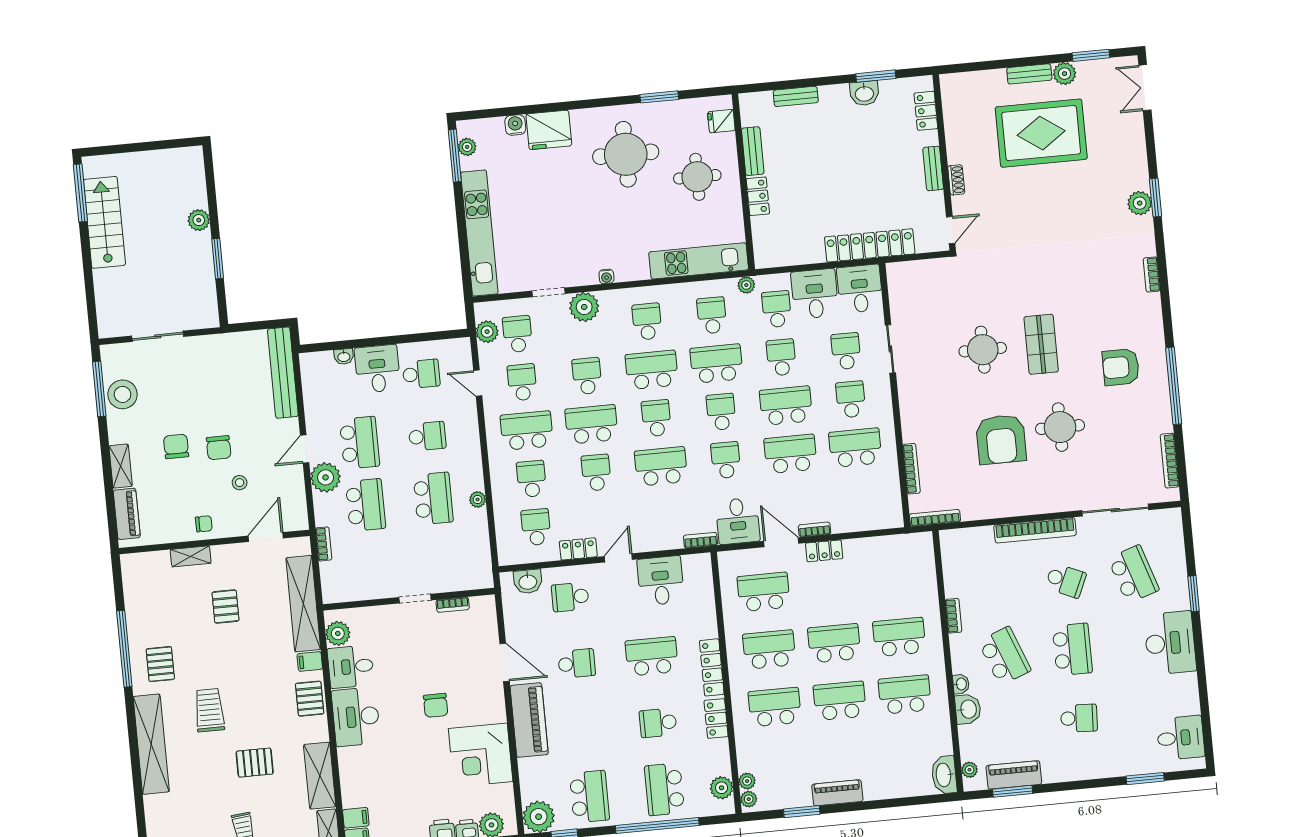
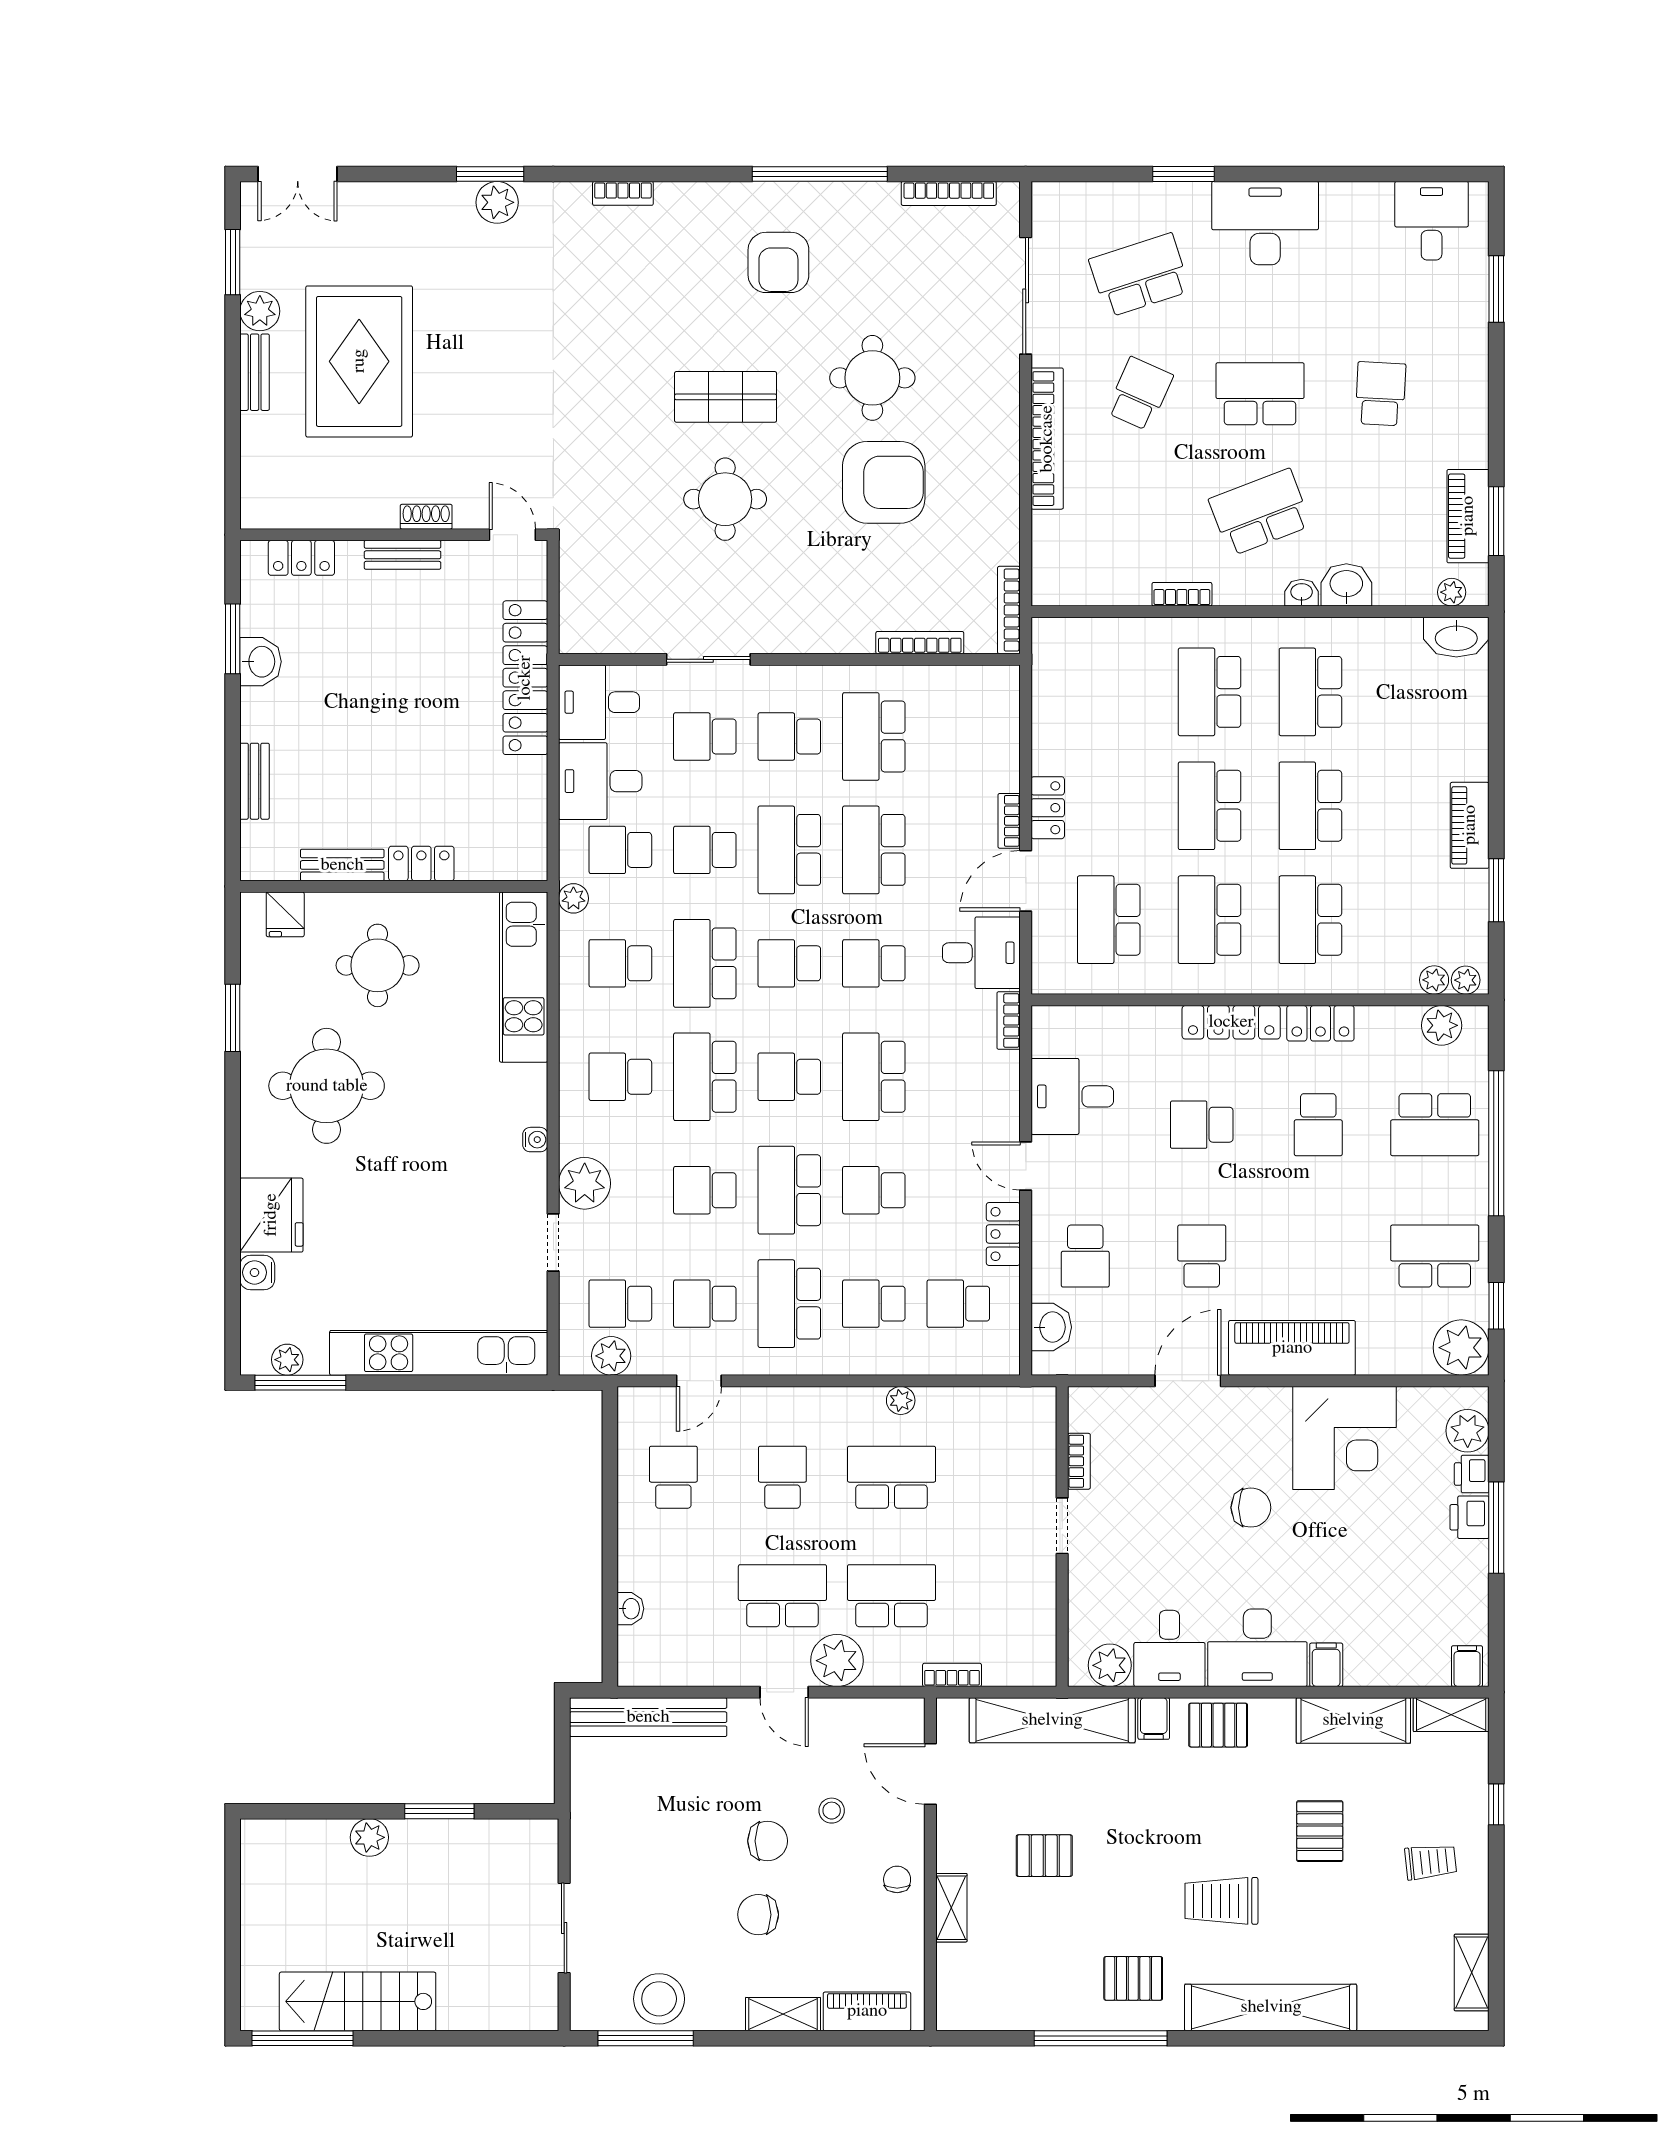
desk: (377, 369) -> (657, 1552), removed
school desk: (652, 656) -> (1202, 1125), width x0.54
filing cabinet: (356, 818) -> (1326, 1665), moved

